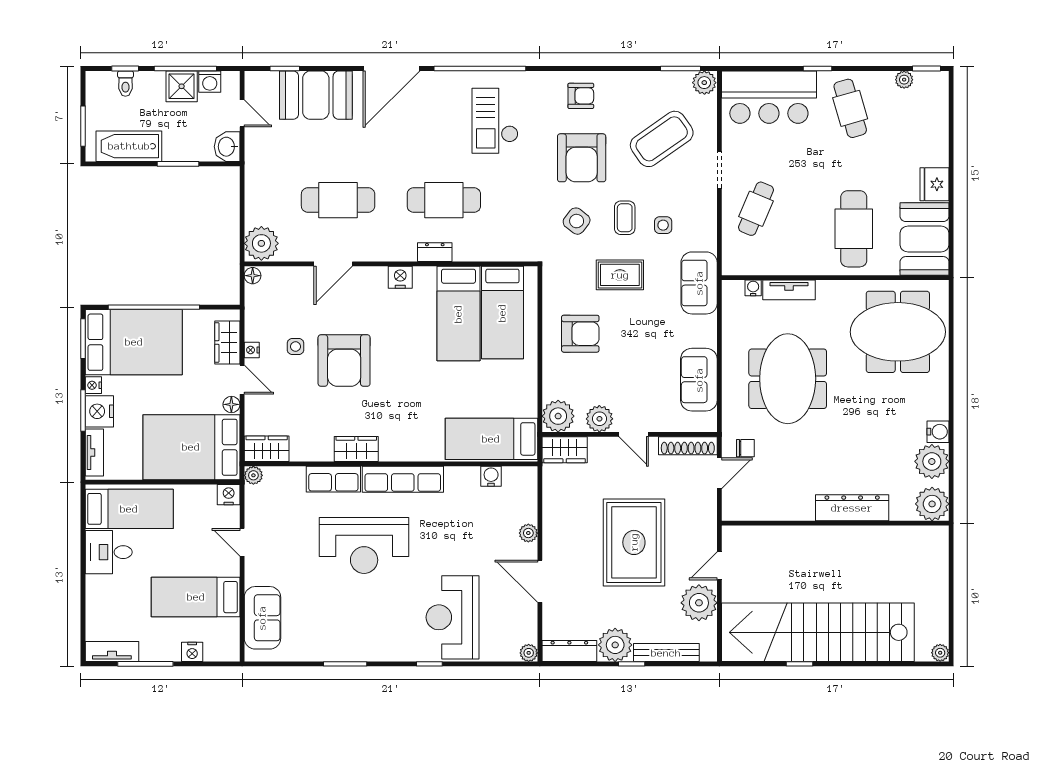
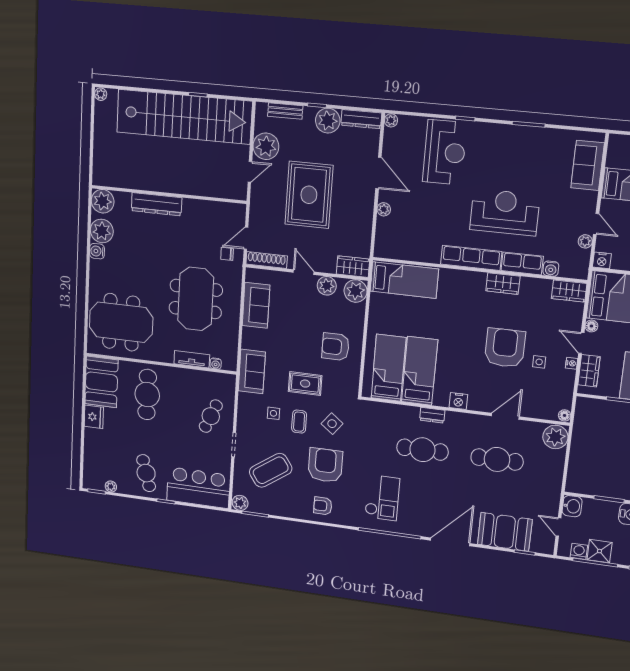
plant: (253, 475) -> (585, 241), moved
water cooler: (491, 476) -> (551, 269), moved
bench: (666, 653) -> (285, 111), width x0.73

